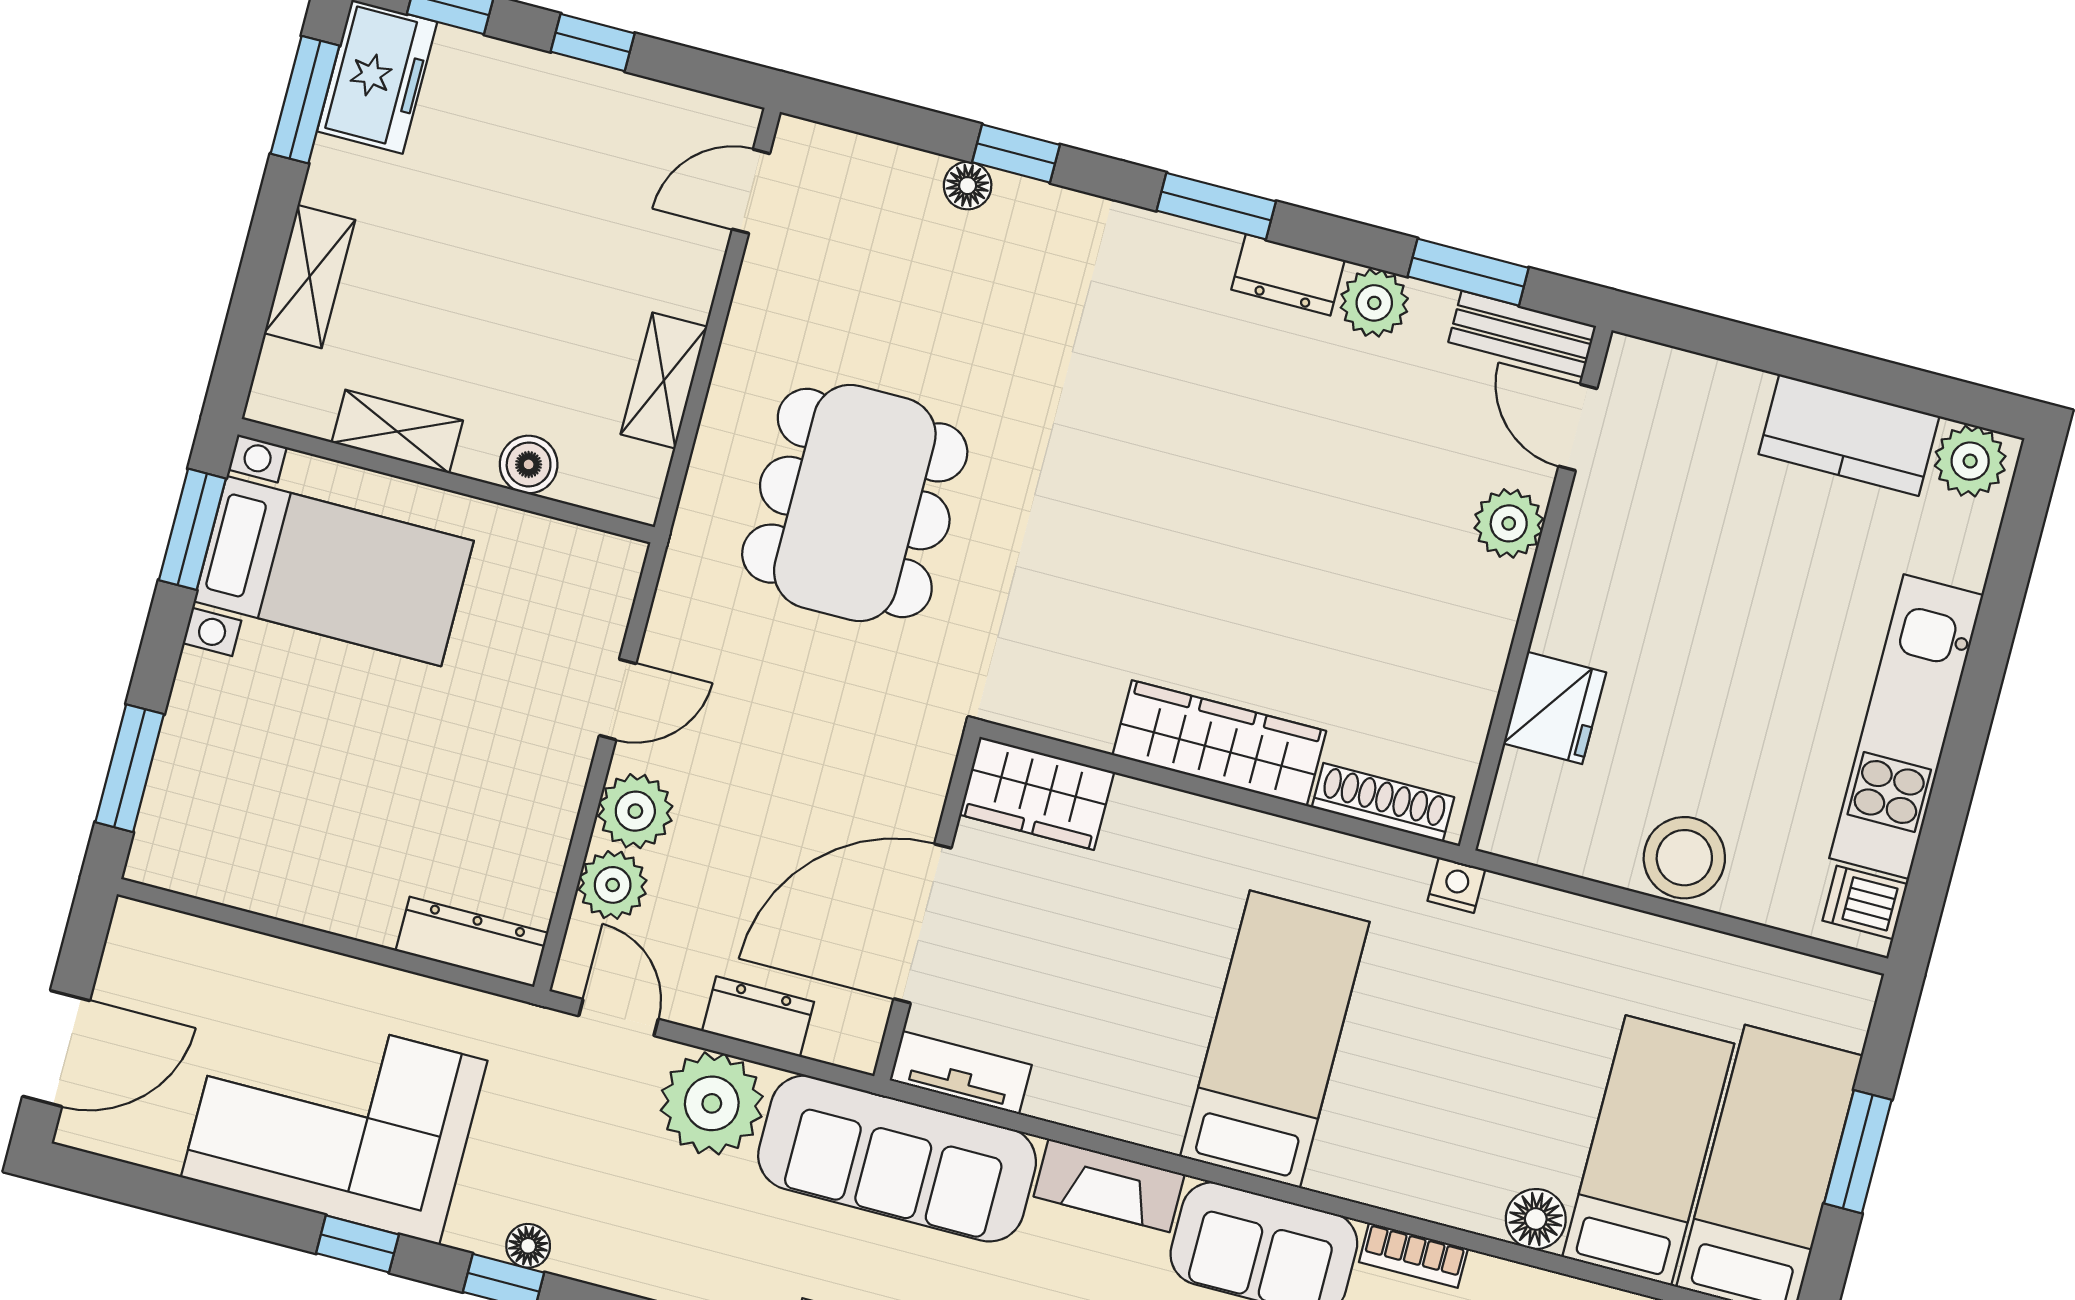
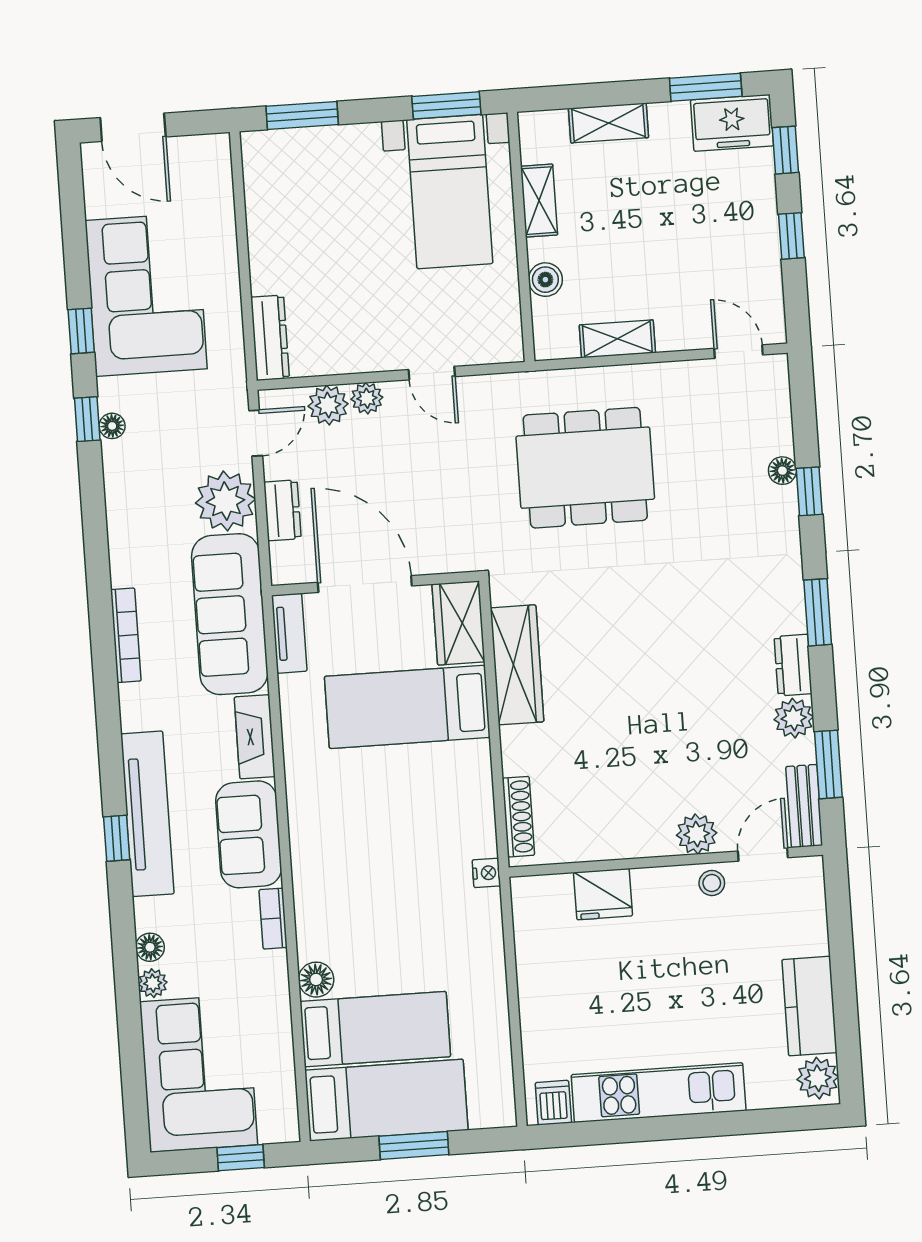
wardrobe: (1219, 743) -> (517, 665), moved
plant: (635, 811) -> (367, 398), width x0.73, depth x0.73
stool: (1684, 858) -> (712, 883), moved, width x0.53, depth x0.53
bed: (1275, 1039) -> (407, 707), moved, turned 180

